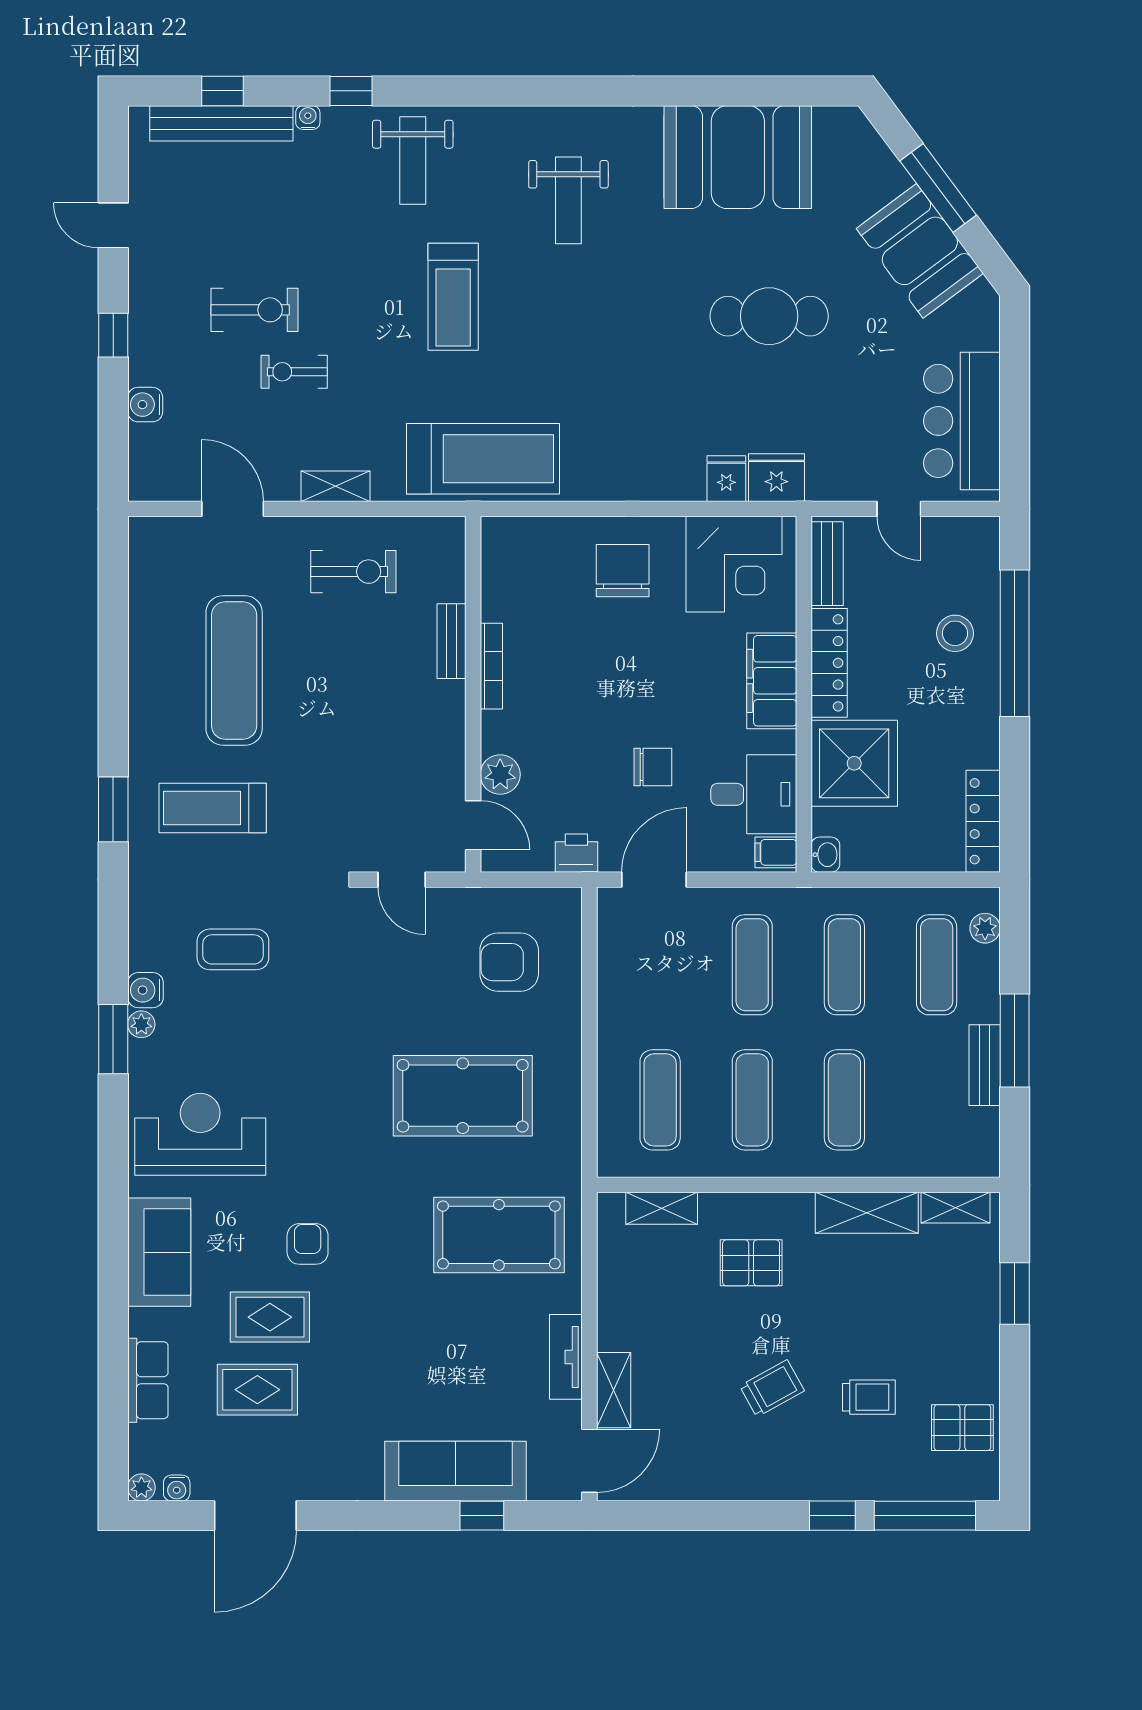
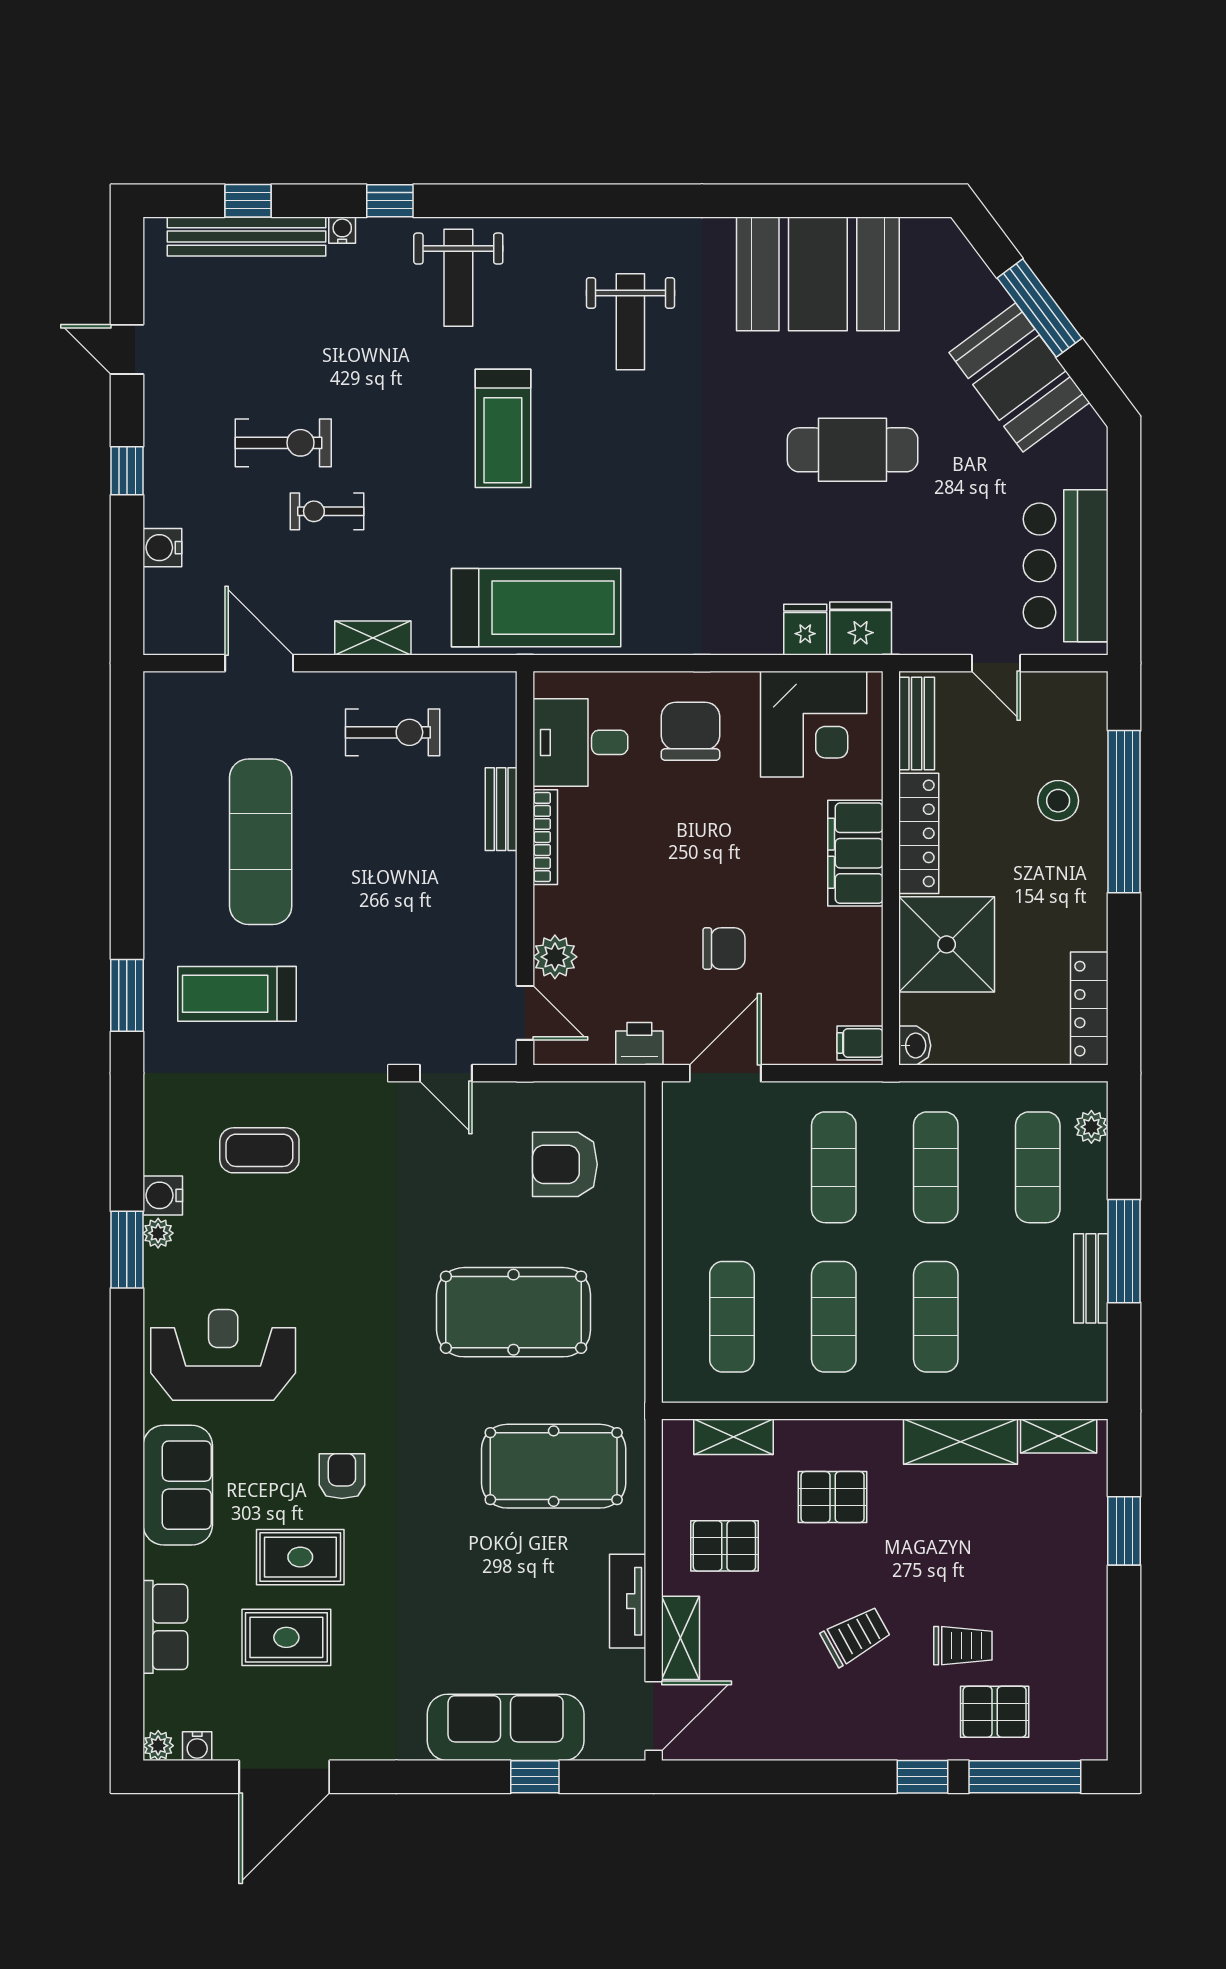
desk: (754, 794) -> (580, 742), moved, turned 180
pallet: (653, 1307) -> (724, 1546), added
pallet: (962, 1428) -> (995, 1712), moved

